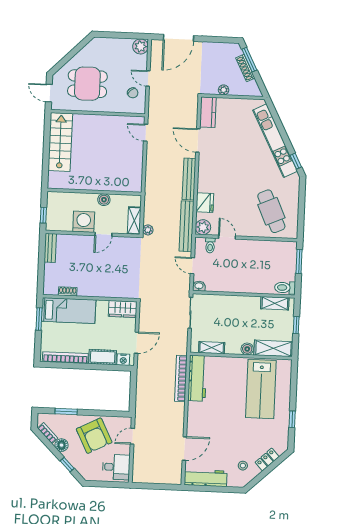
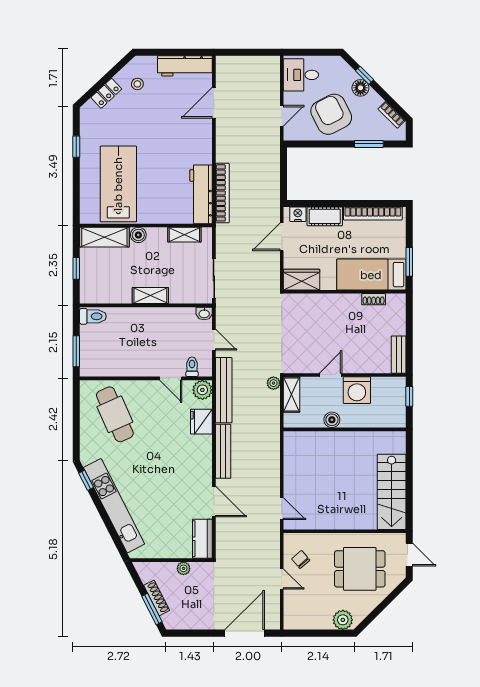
plant: (140, 46) -> (343, 620), moved
shelving: (275, 303) -> (150, 296), moved
floor lamp: (62, 445) -> (360, 88), moved

